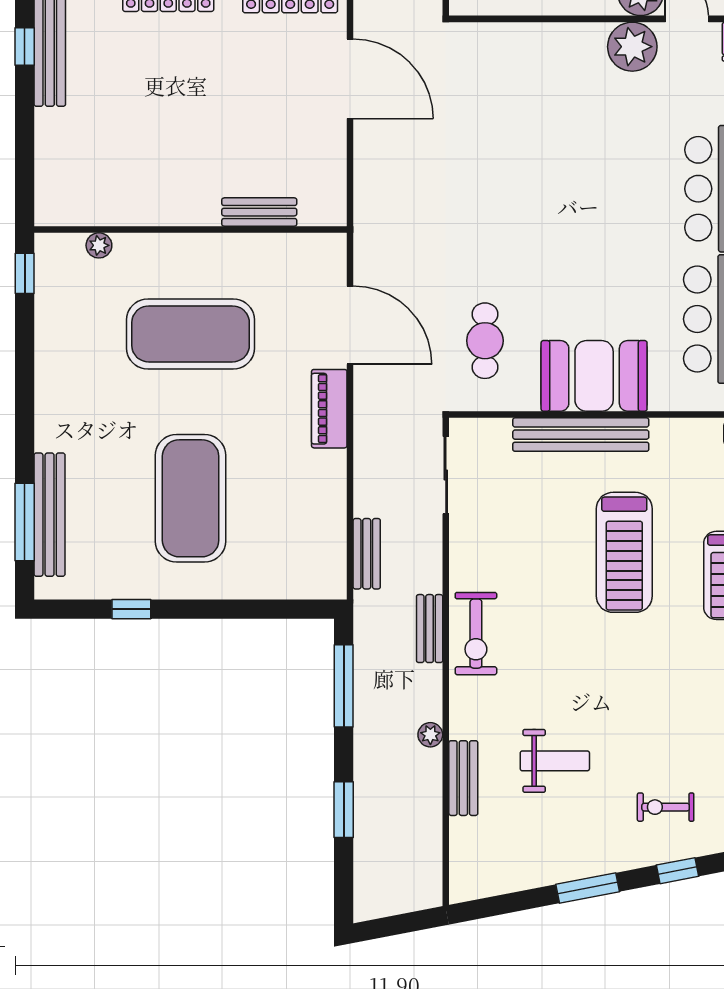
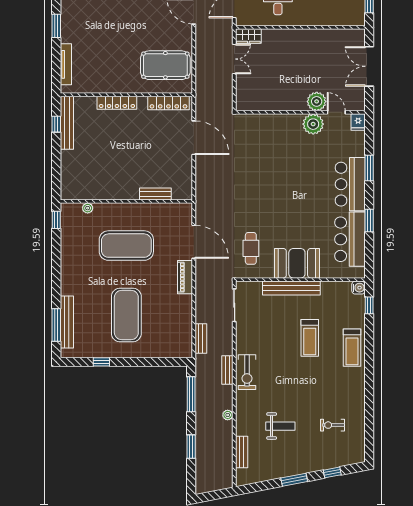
treadmill: (624, 552) -> (310, 338), width x0.73, depth x0.73
bench: (463, 778) -> (242, 452), moved
exercise bike: (666, 807) -> (332, 425), moved

